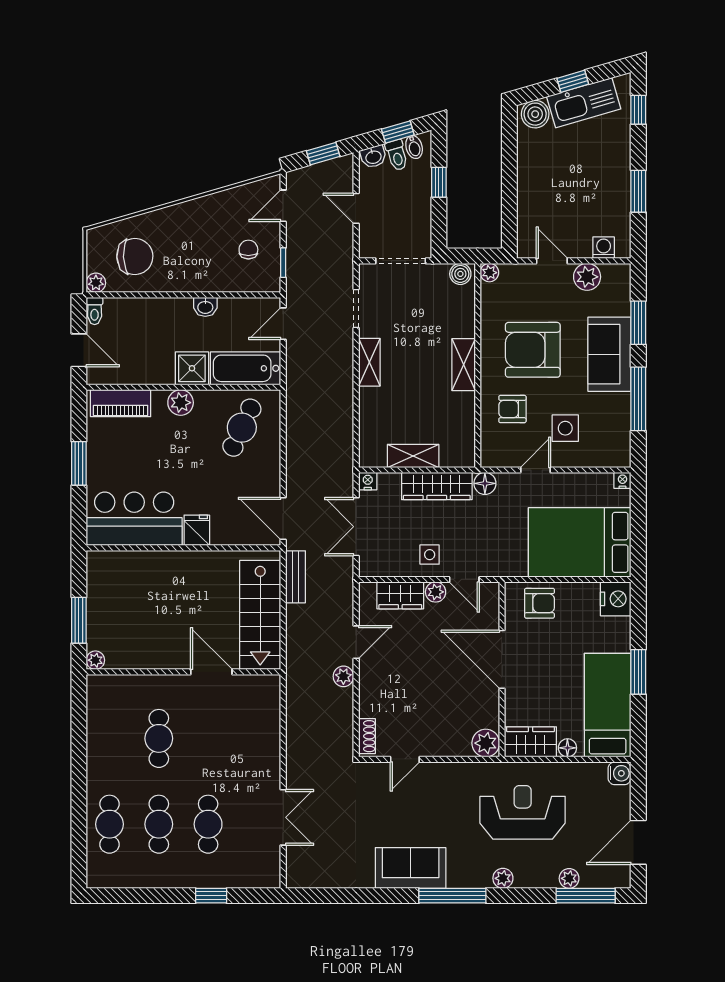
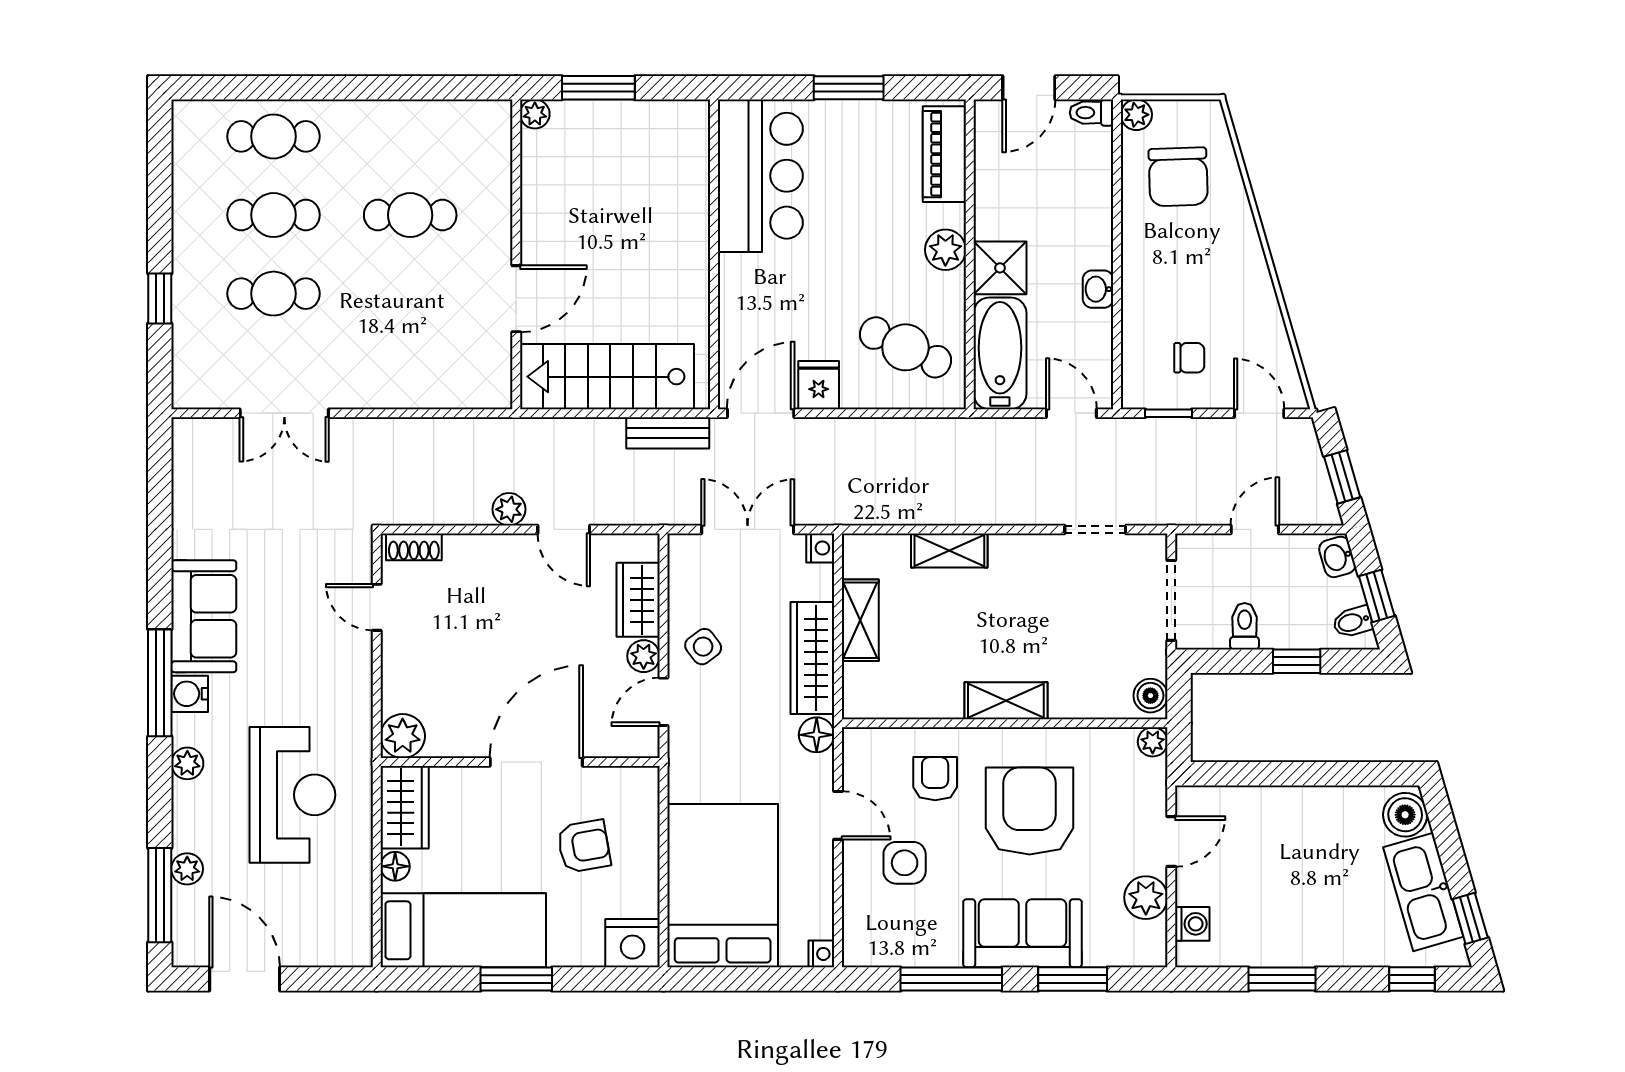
window: (573, 81) -> (1470, 918), moved
toilet: (397, 155) -> (1245, 626), moved, turned 106
shelving: (369, 362) -> (949, 551), moved
fridge: (197, 530) -> (819, 385), moved, turned -90
side table: (430, 555) -> (703, 647), turned -37
armchair: (540, 603) -> (584, 846), moved, turned -100
water cooler: (619, 773) -> (190, 694), moved, turned 90

